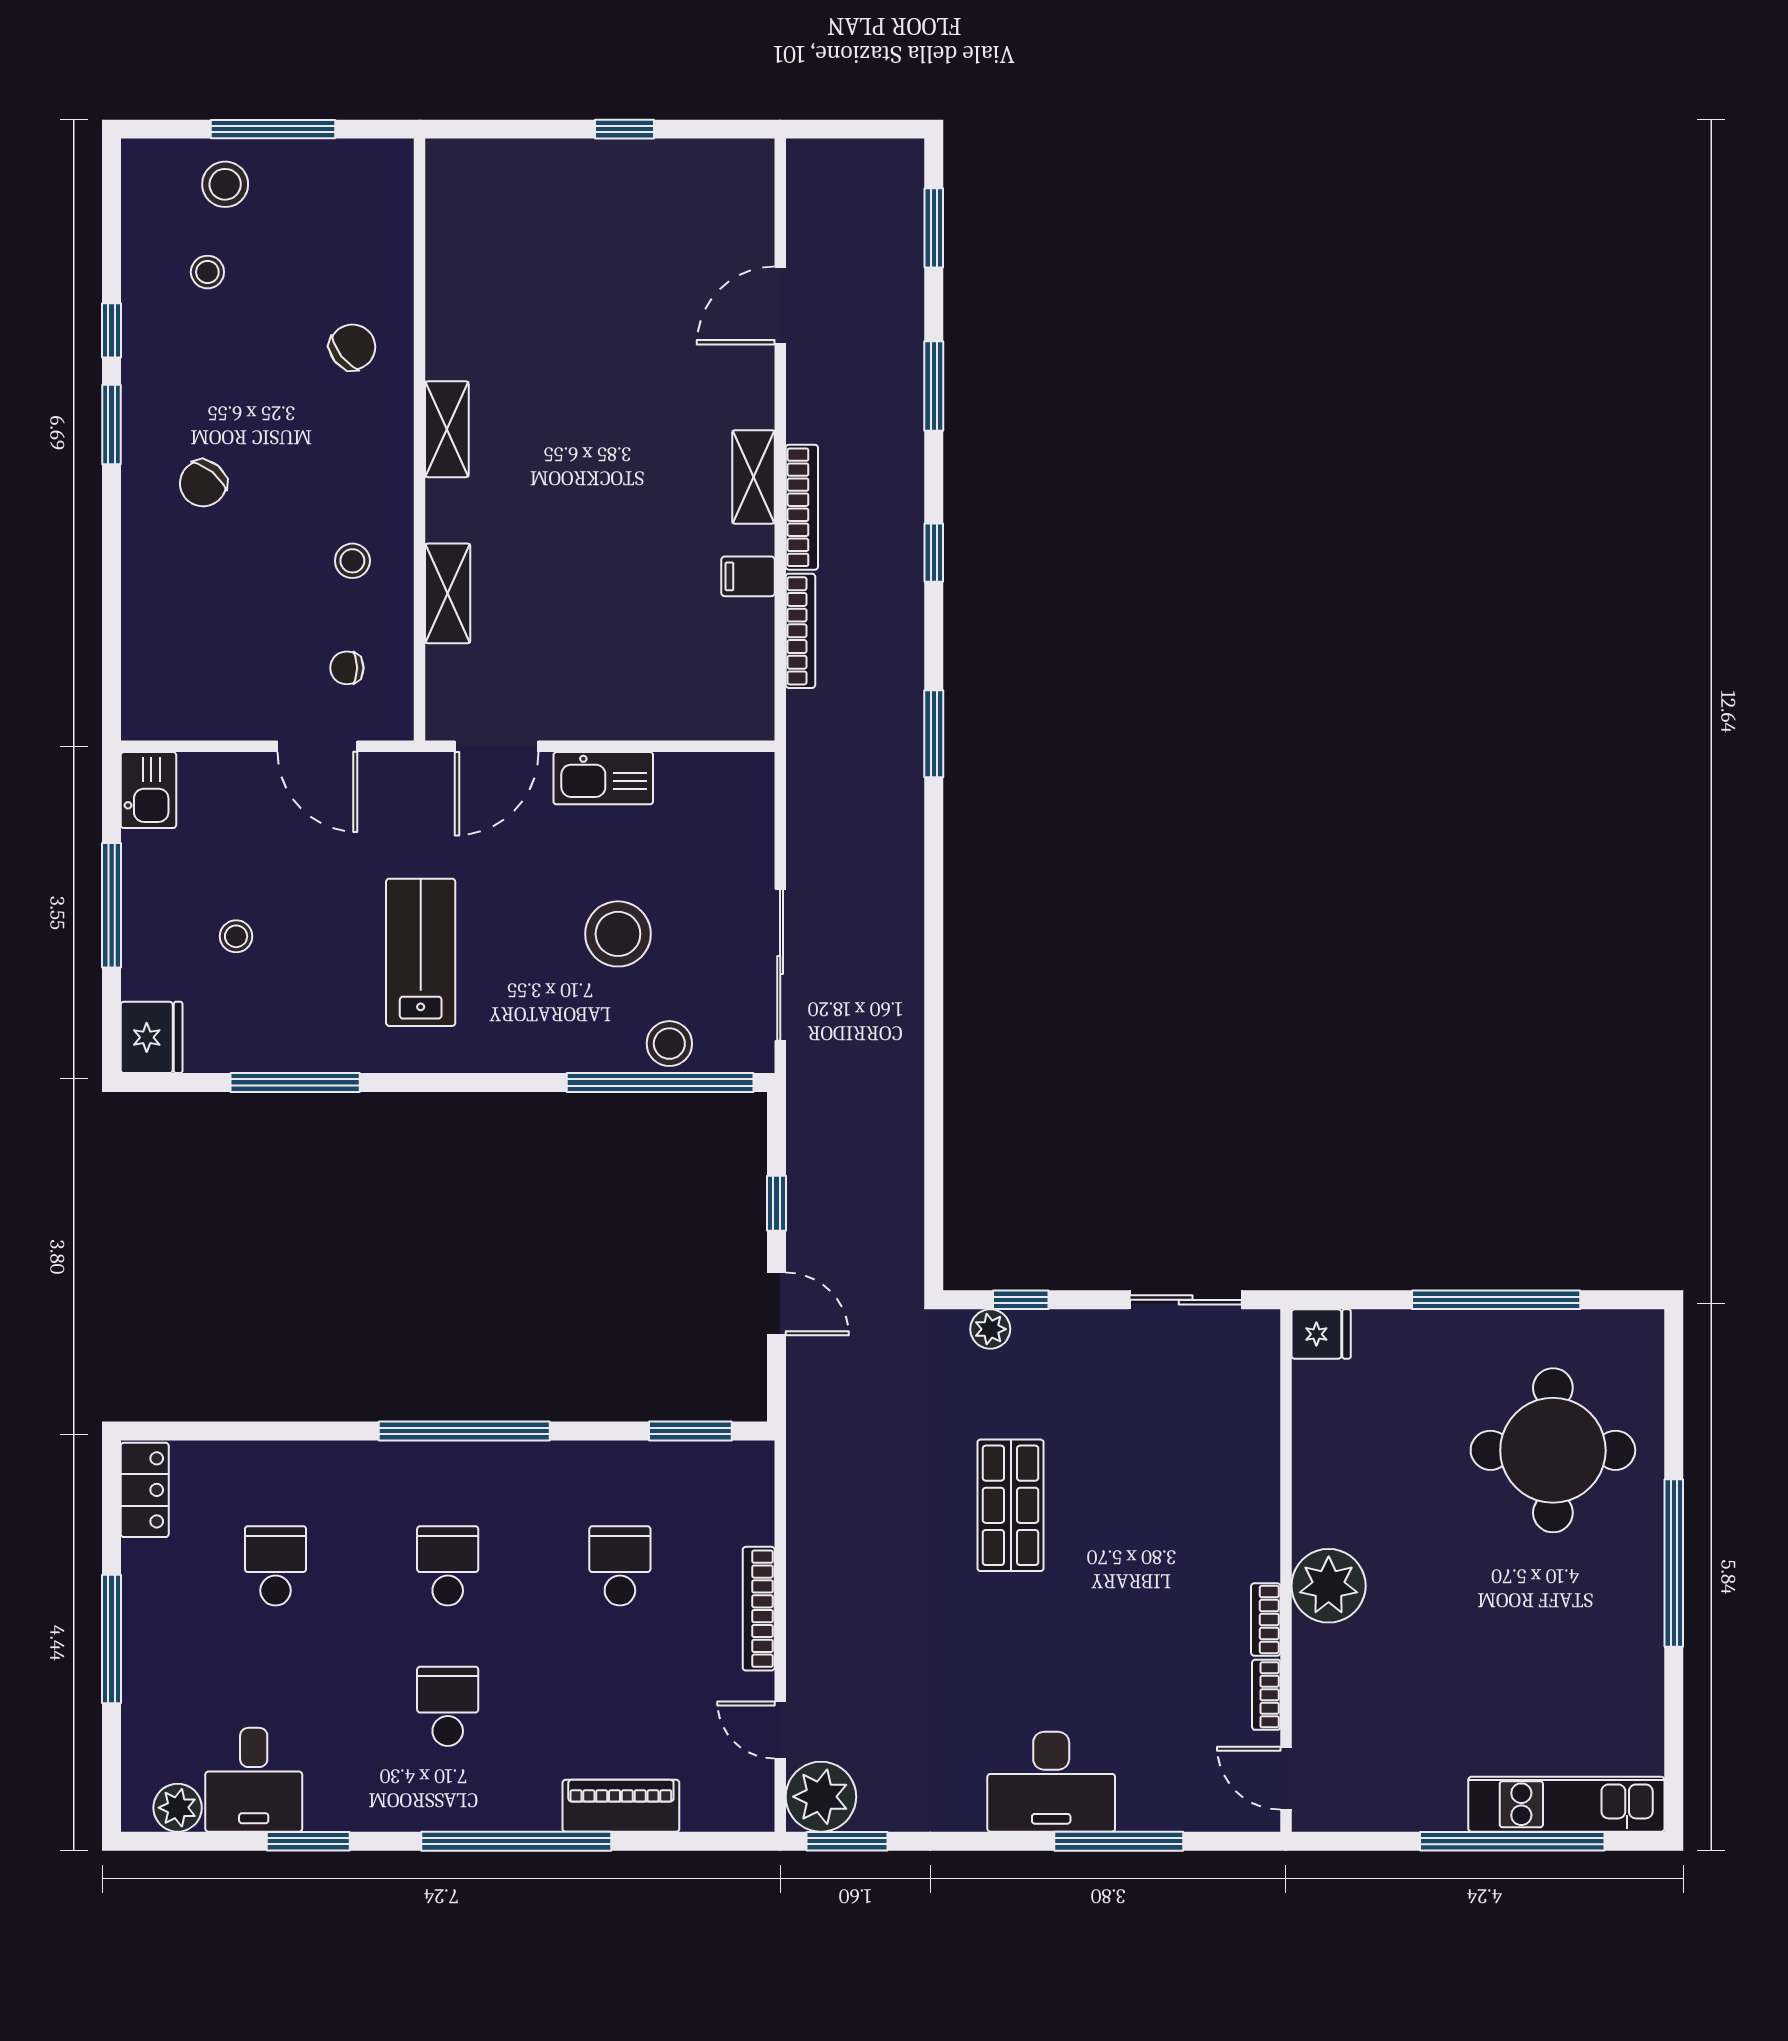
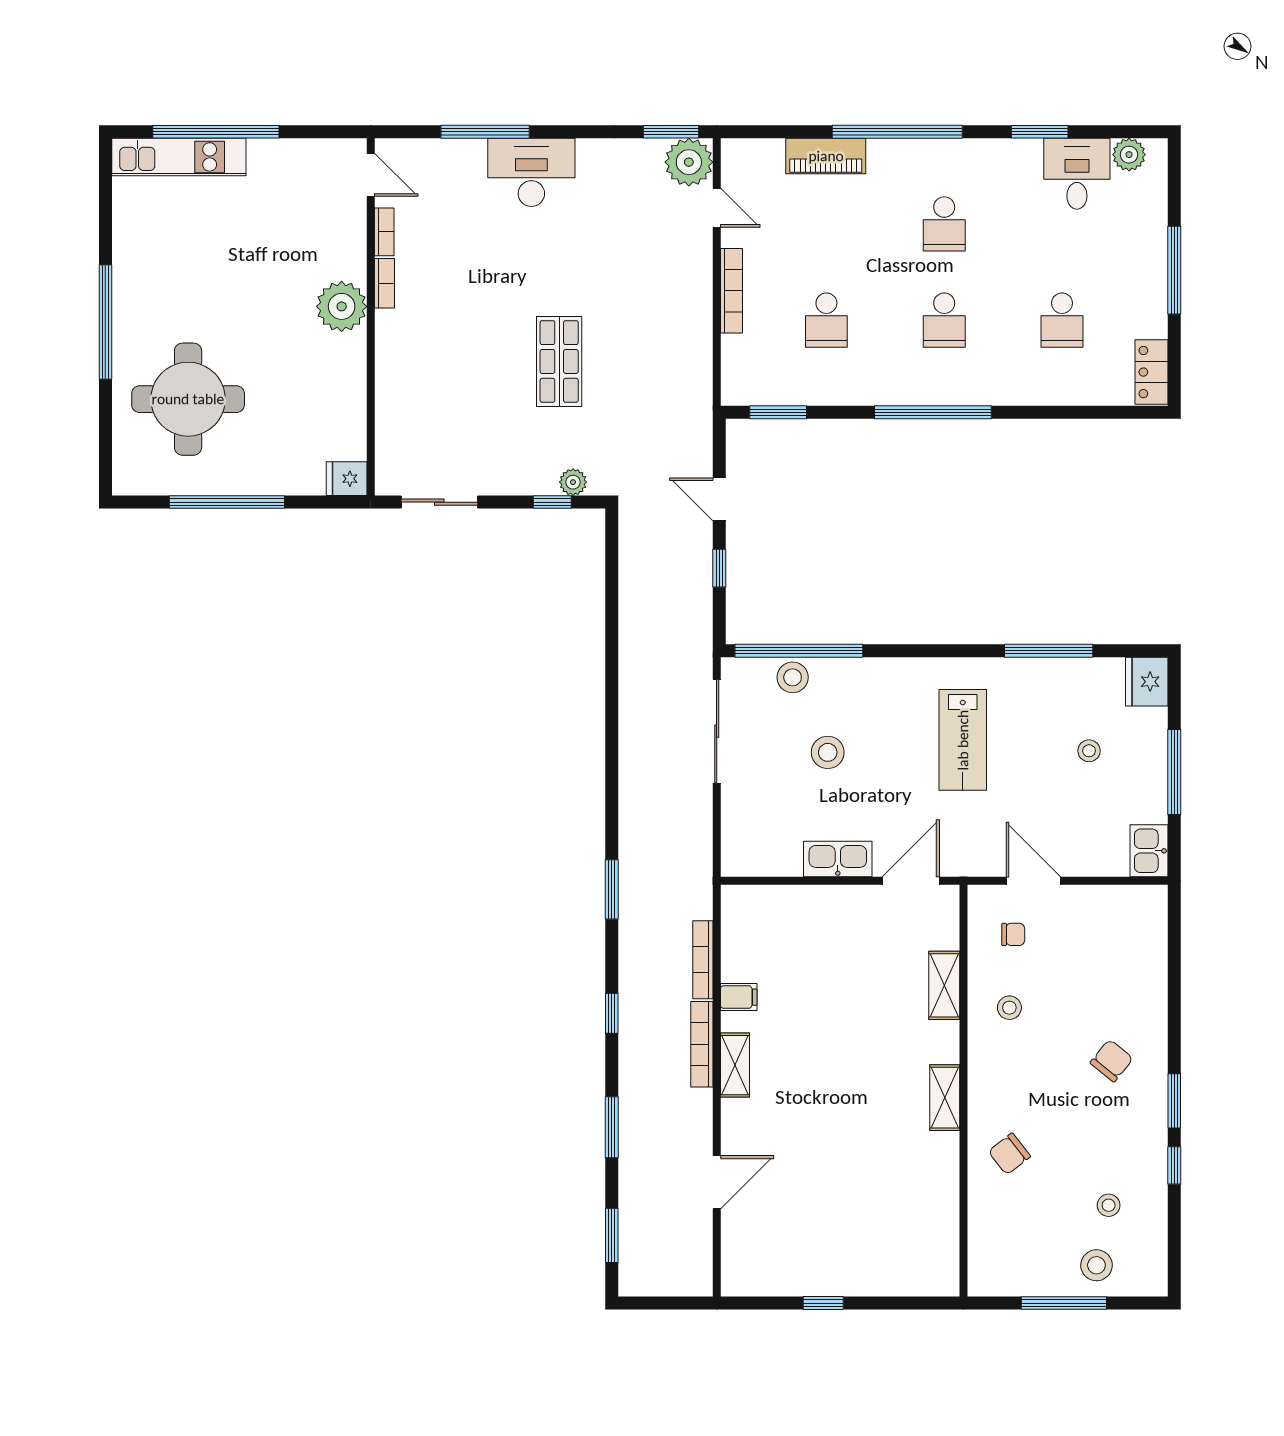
stool: (618, 934) -> (828, 752), width x0.73, depth x0.73

